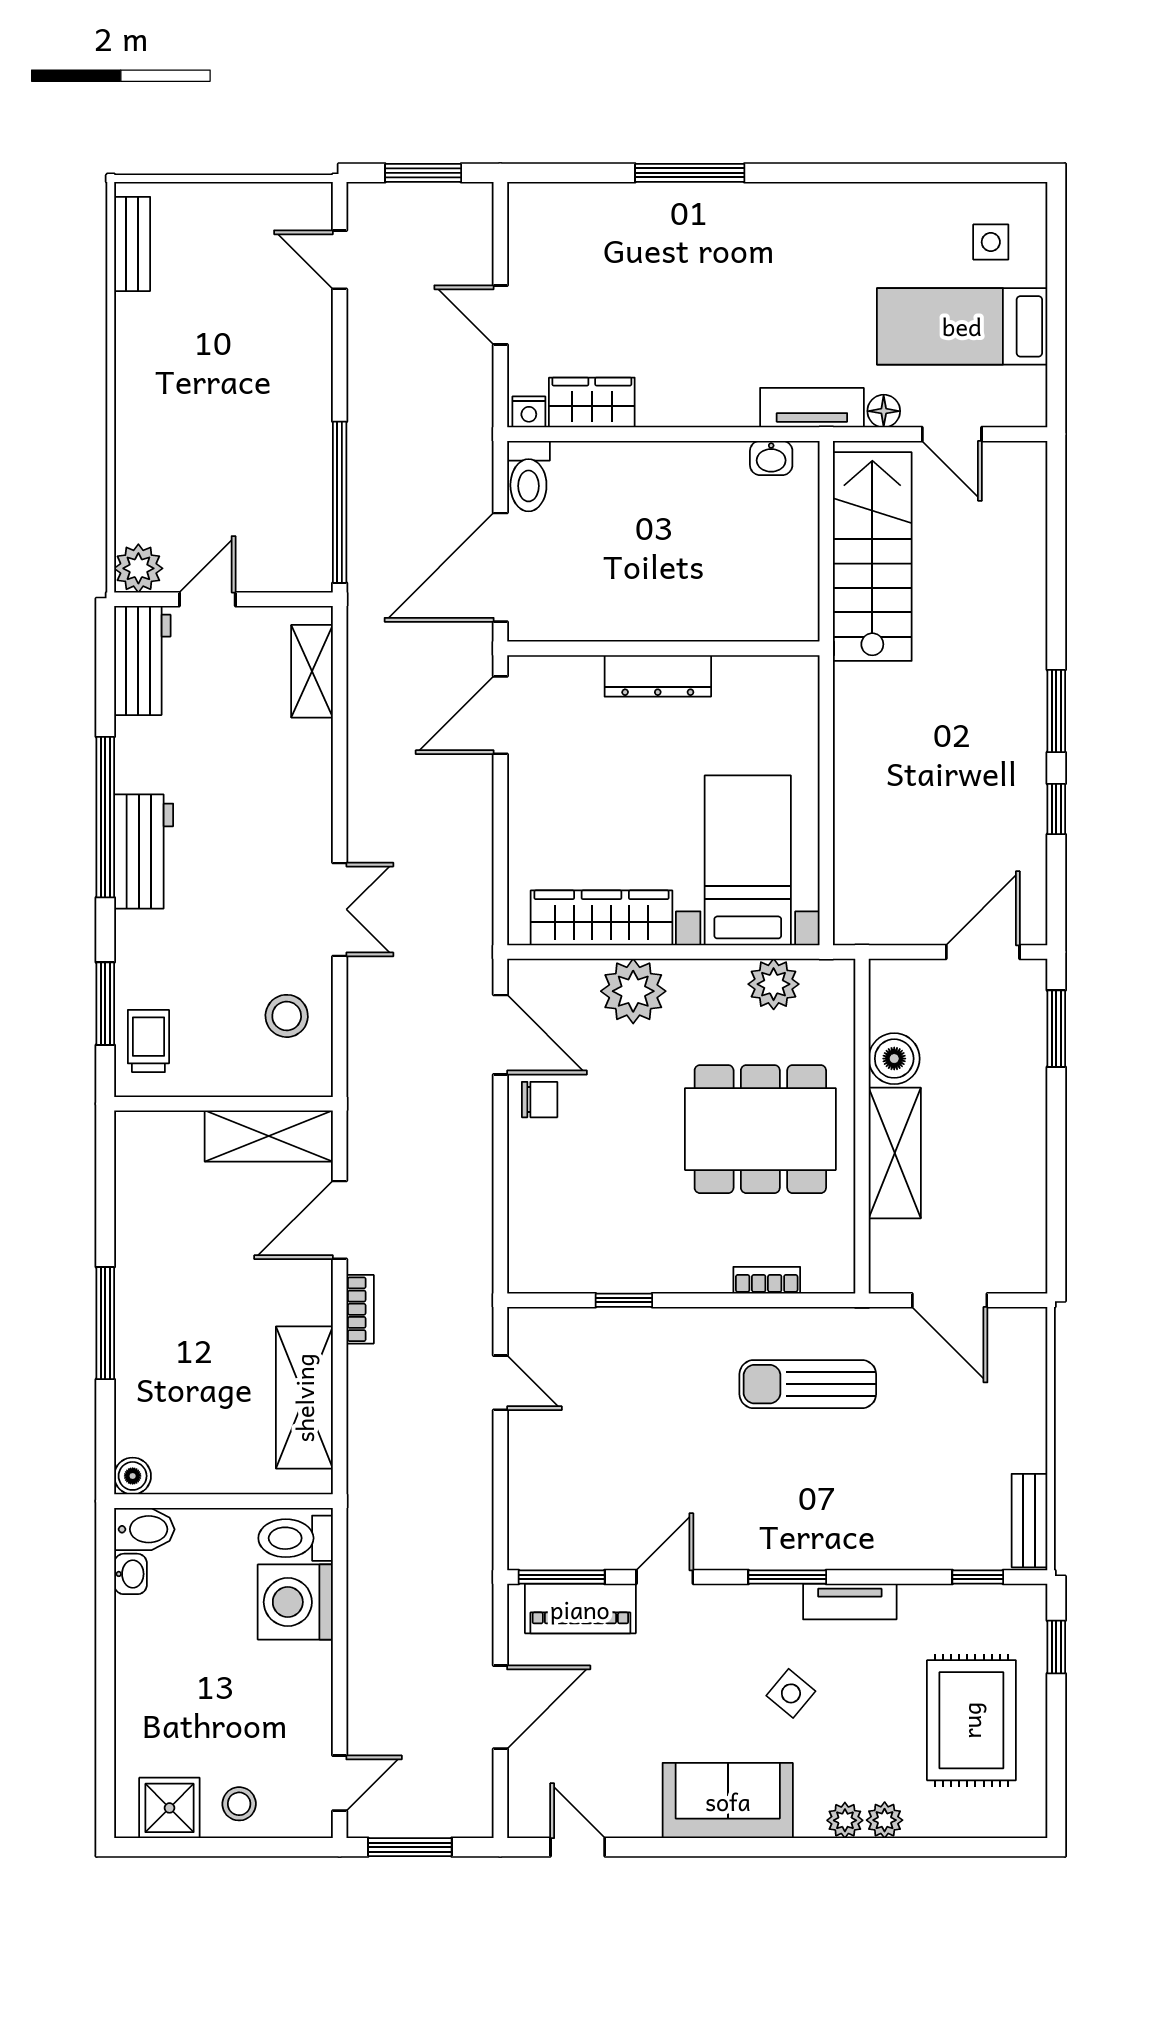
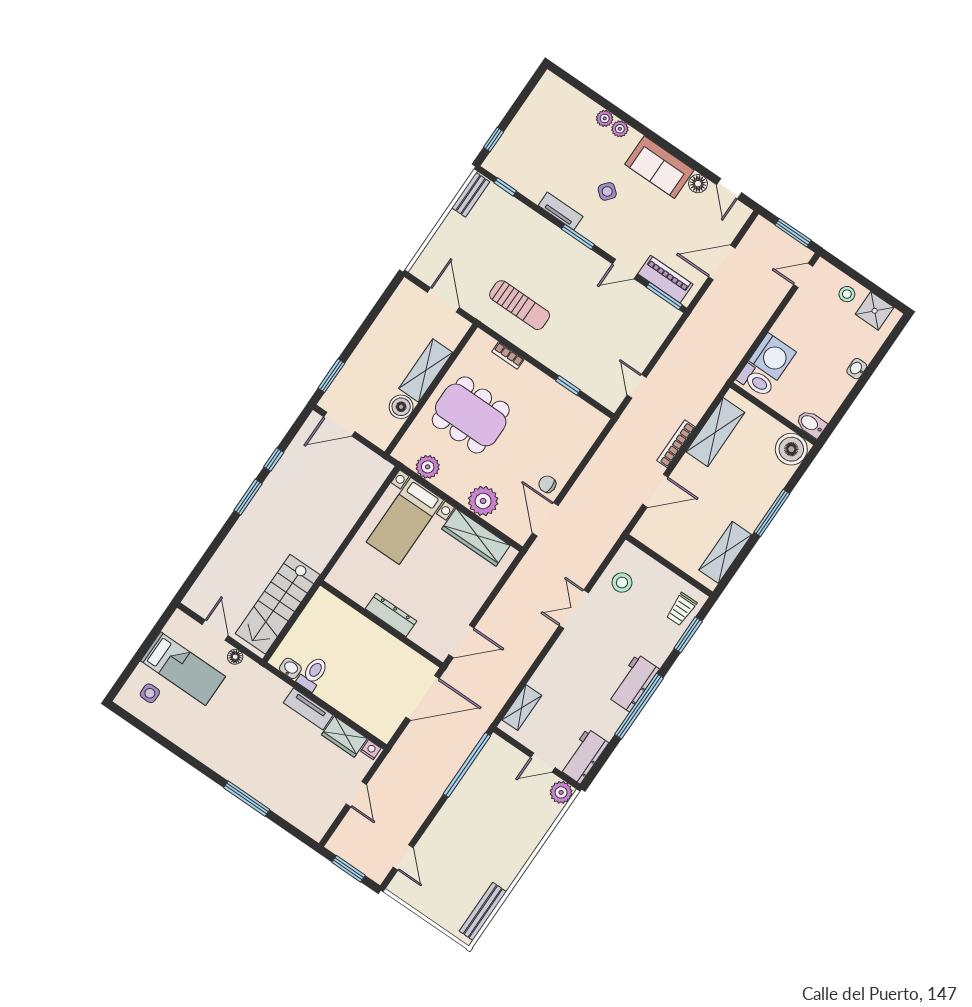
bench: (132, 244) -> (483, 911), width x1.36
tv unit: (812, 408) -> (308, 709), moved
toilet: (528, 476) -> (313, 674), moved
shelving: (269, 1136) -> (725, 552), moved, turned 90
bookcase: (360, 1309) -> (676, 444), width x1.56
boiler: (133, 1476) -> (791, 449), width x1.86, depth x1.86
washbasin: (131, 1574) -> (857, 369), moved
rug: (971, 1720) -> (545, 134), removed
floor lamp: (639, 1818) -> (698, 184), added

